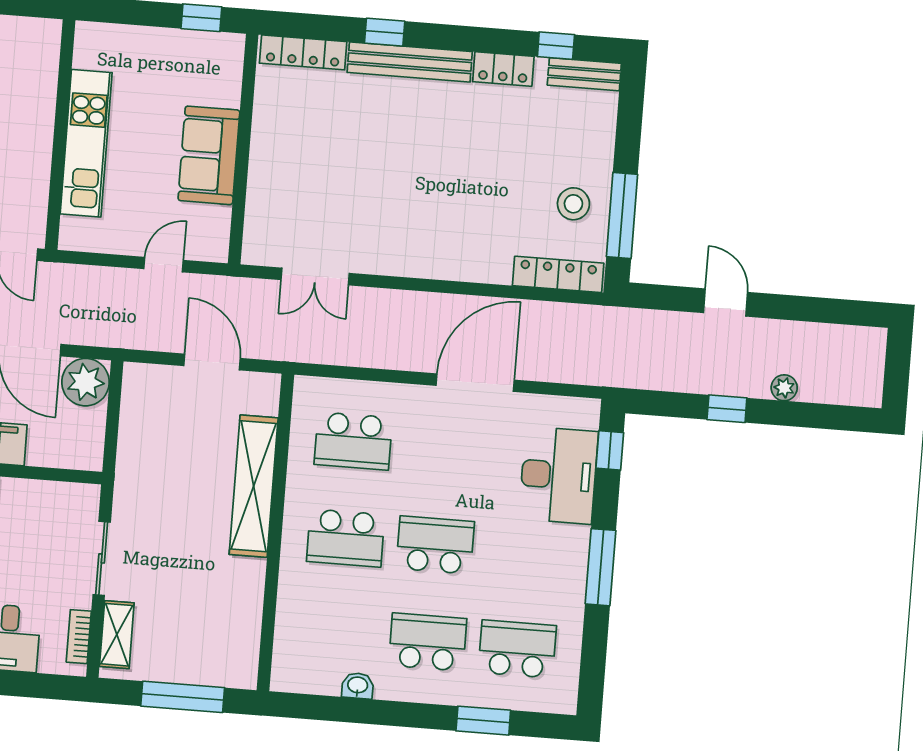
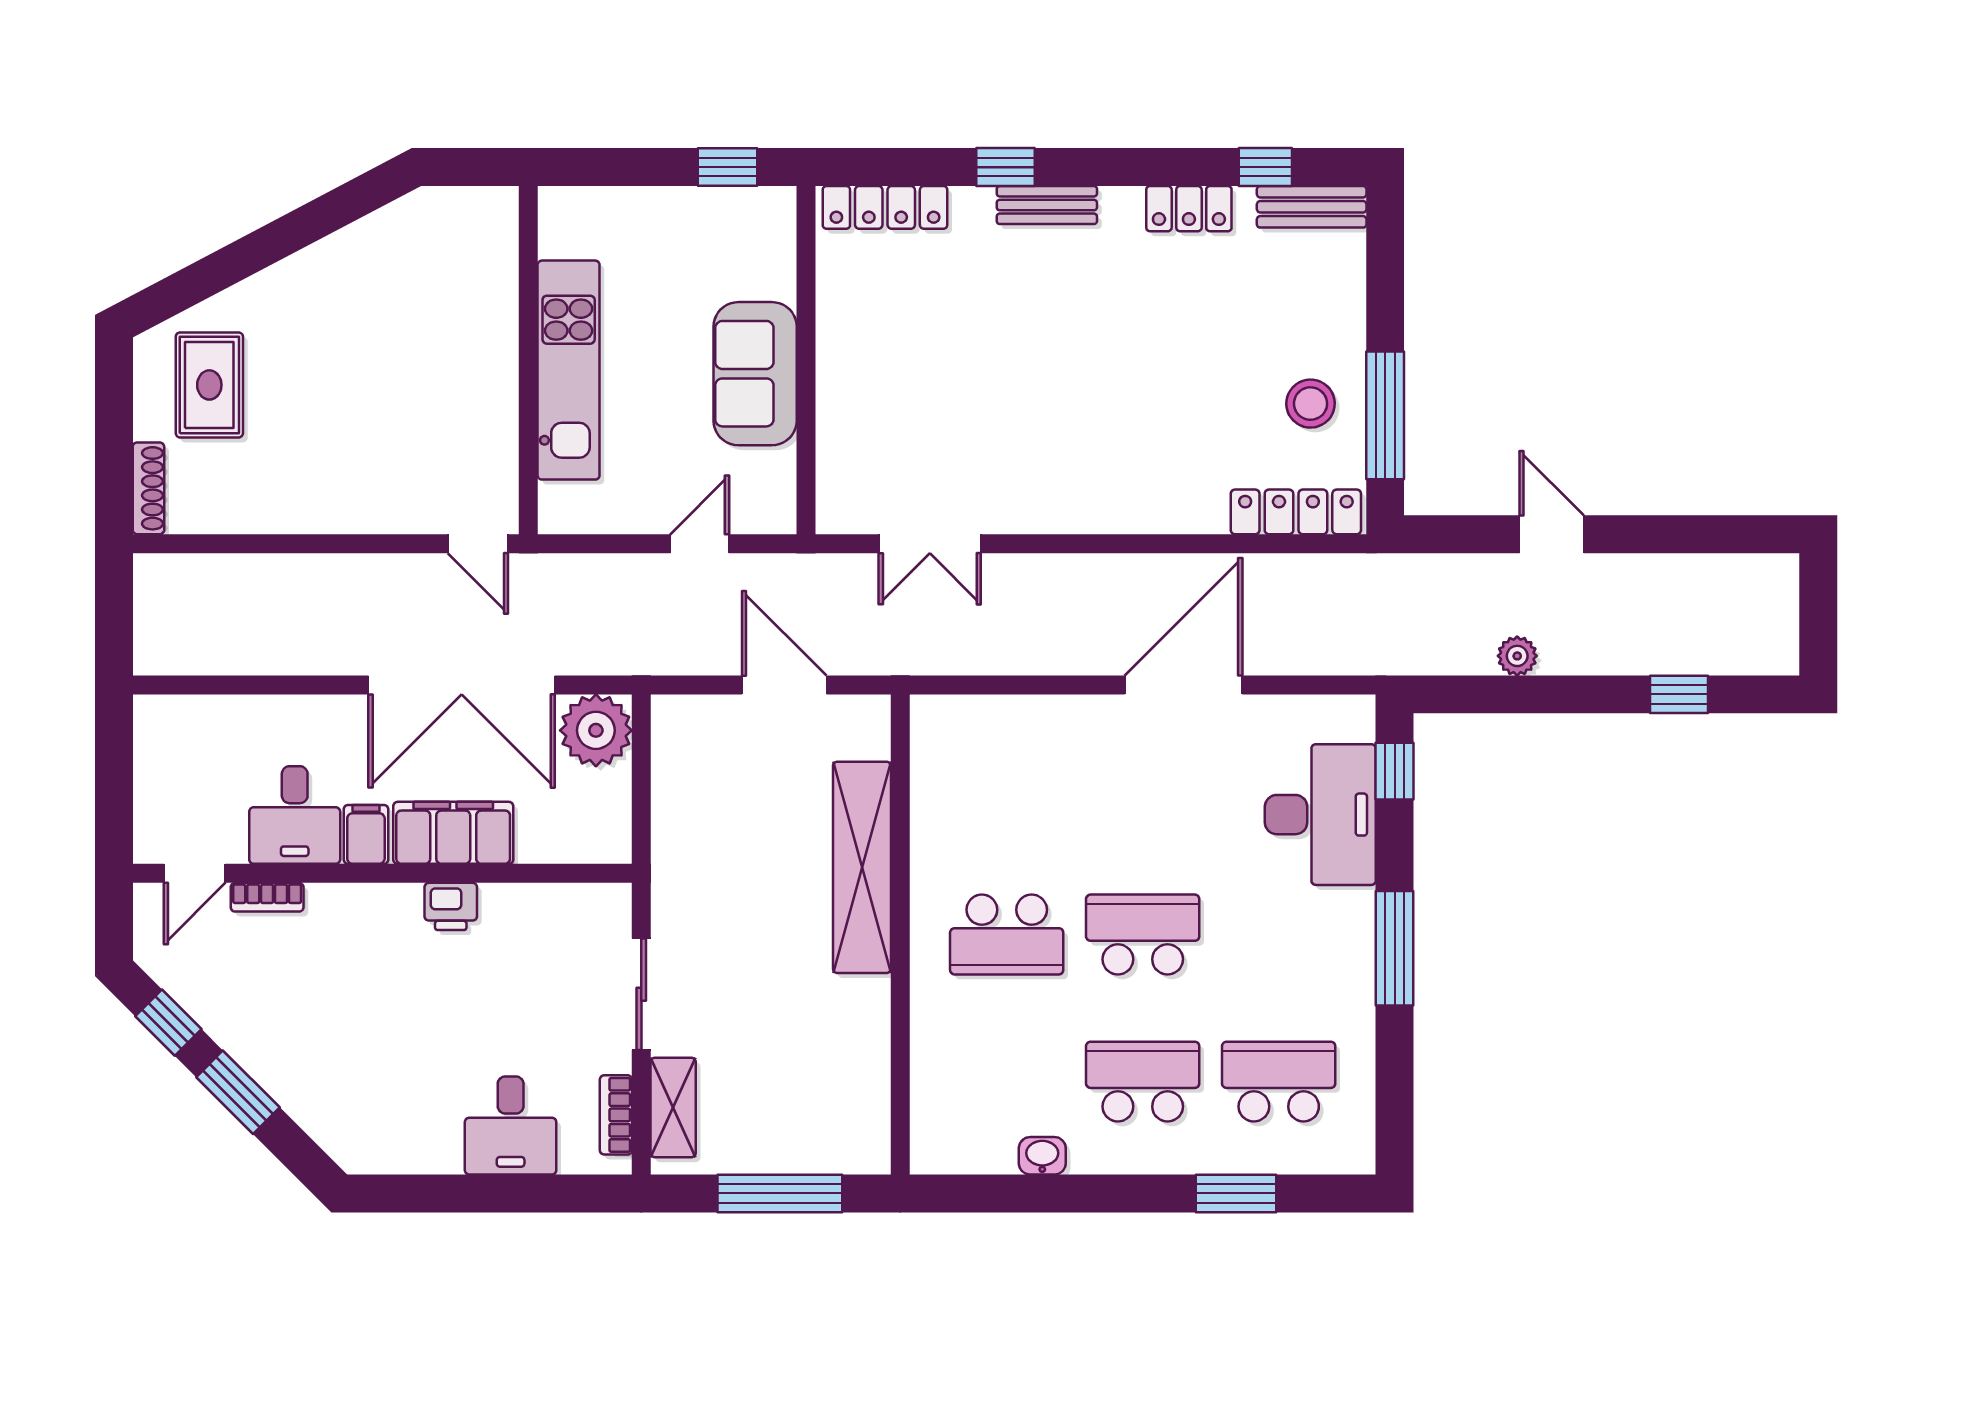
bench: (410, 62) -> (1047, 205), width x0.54, depth x0.82
plant: (784, 388) -> (1517, 656), moved
window: (727, 409) -> (1679, 694), moved
school desk: (353, 441) -> (1007, 787), removed

